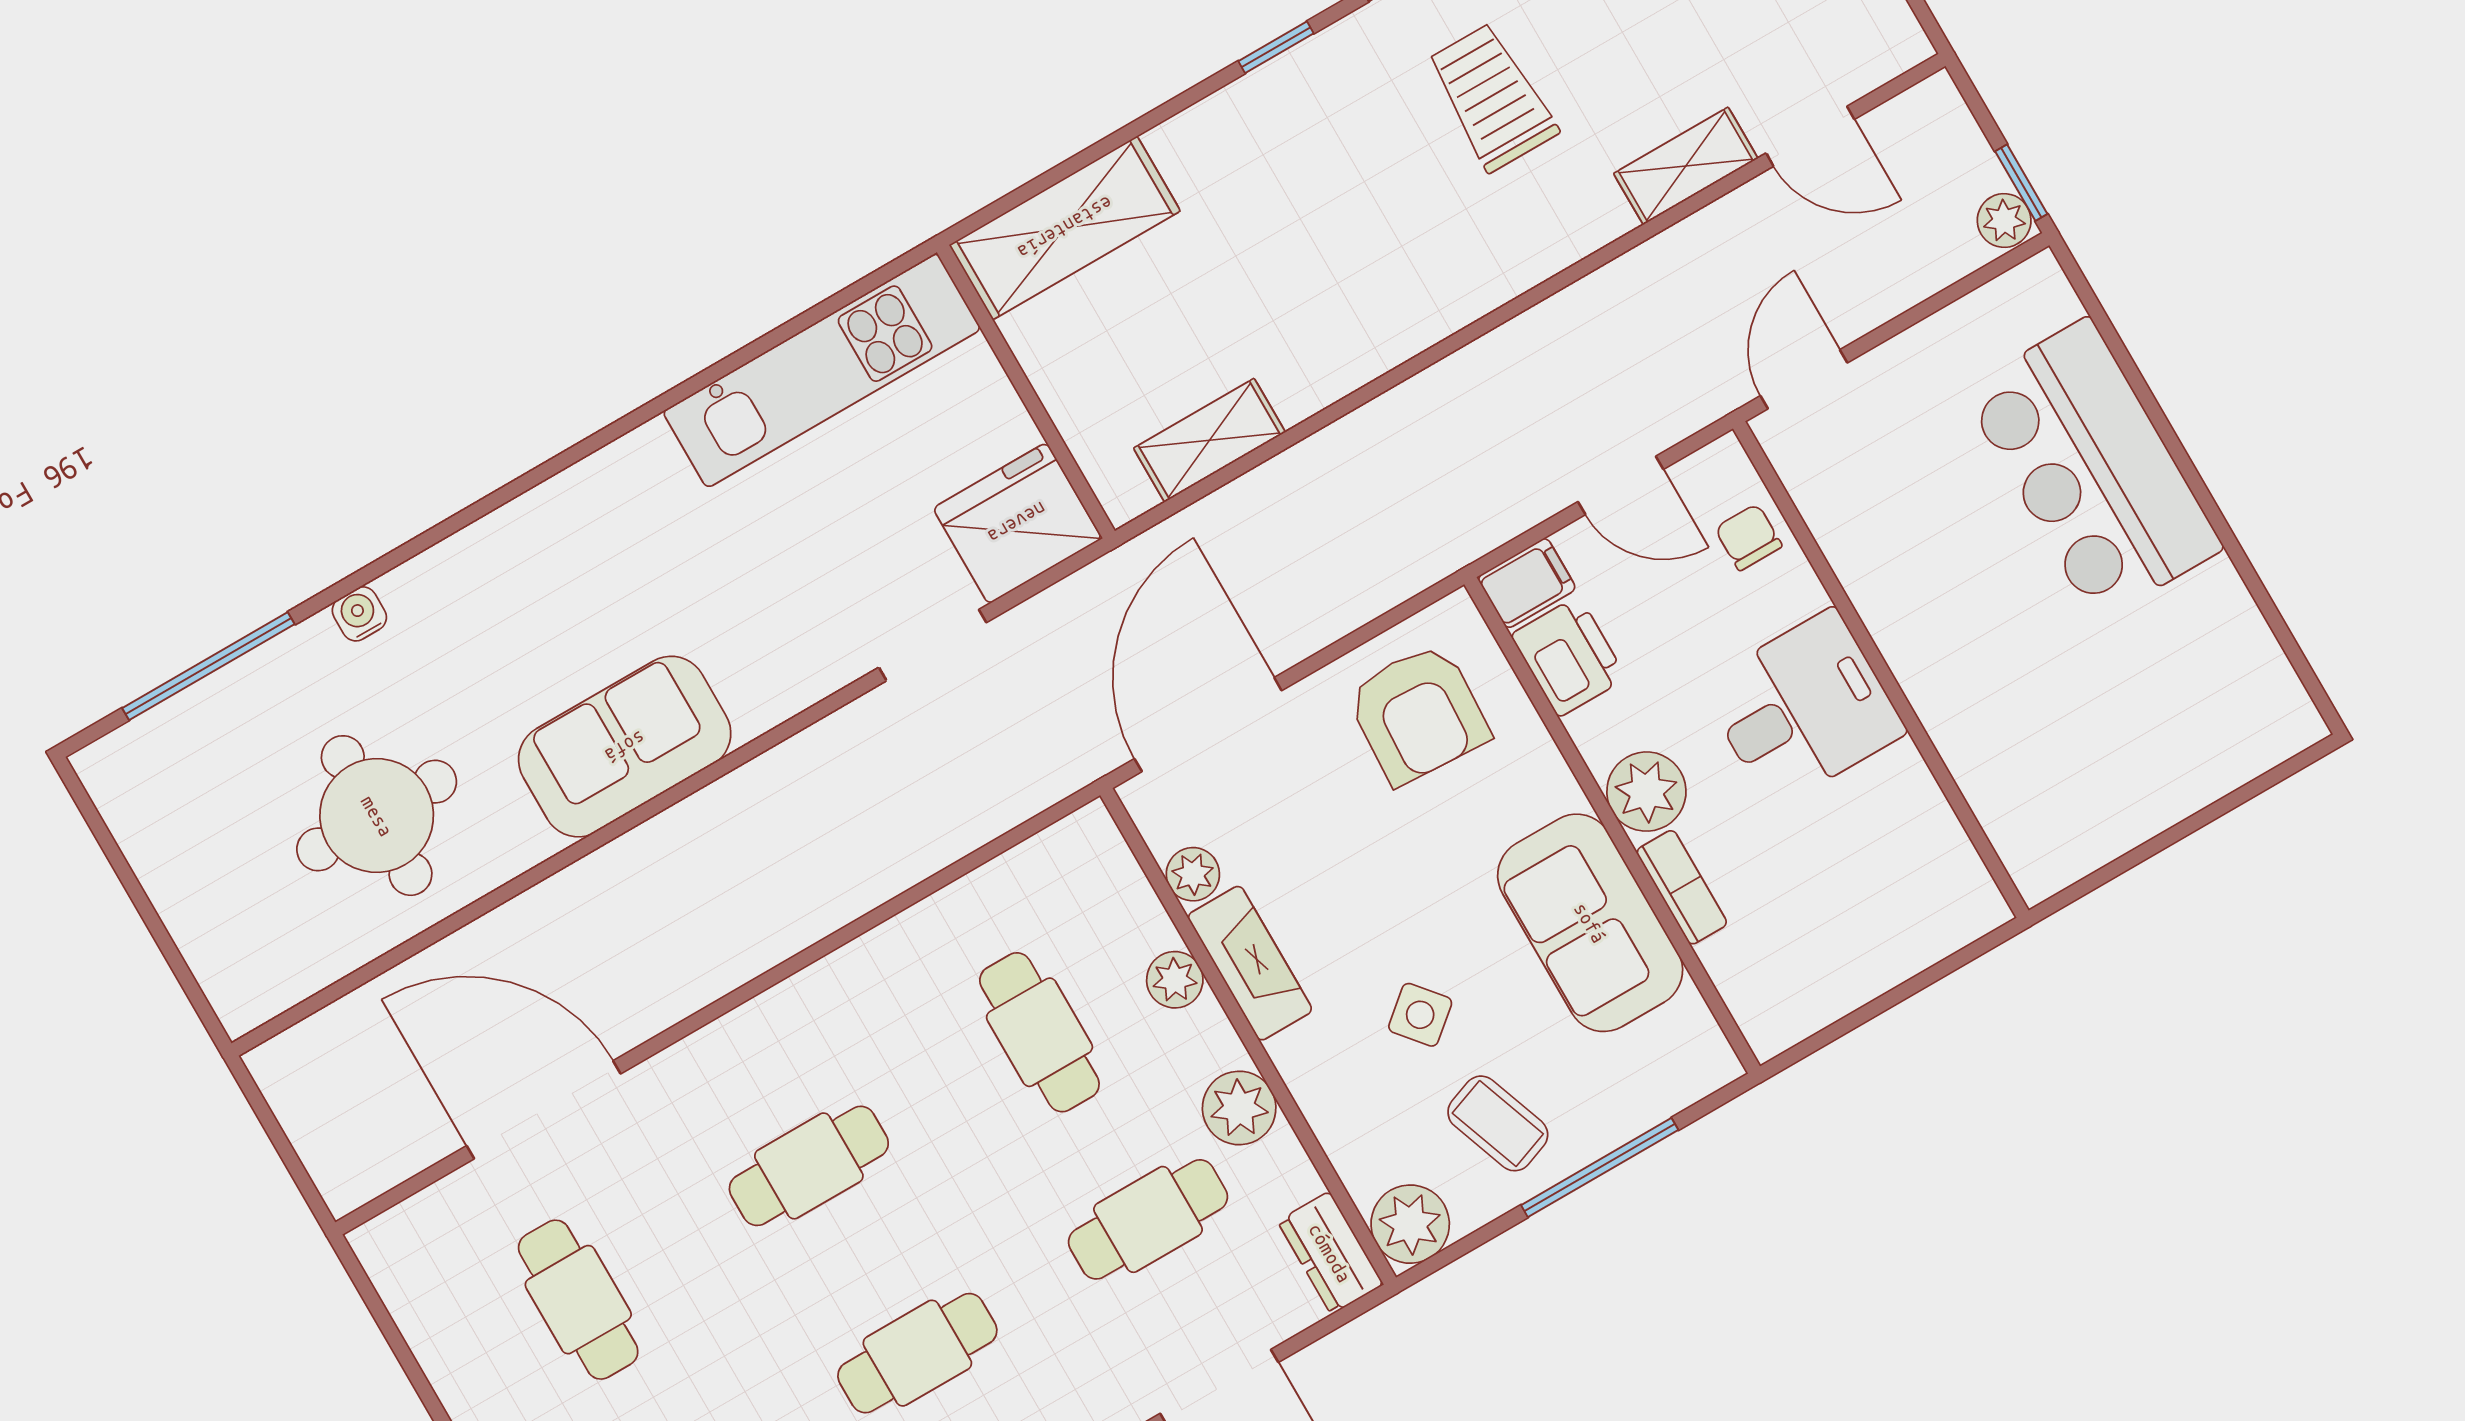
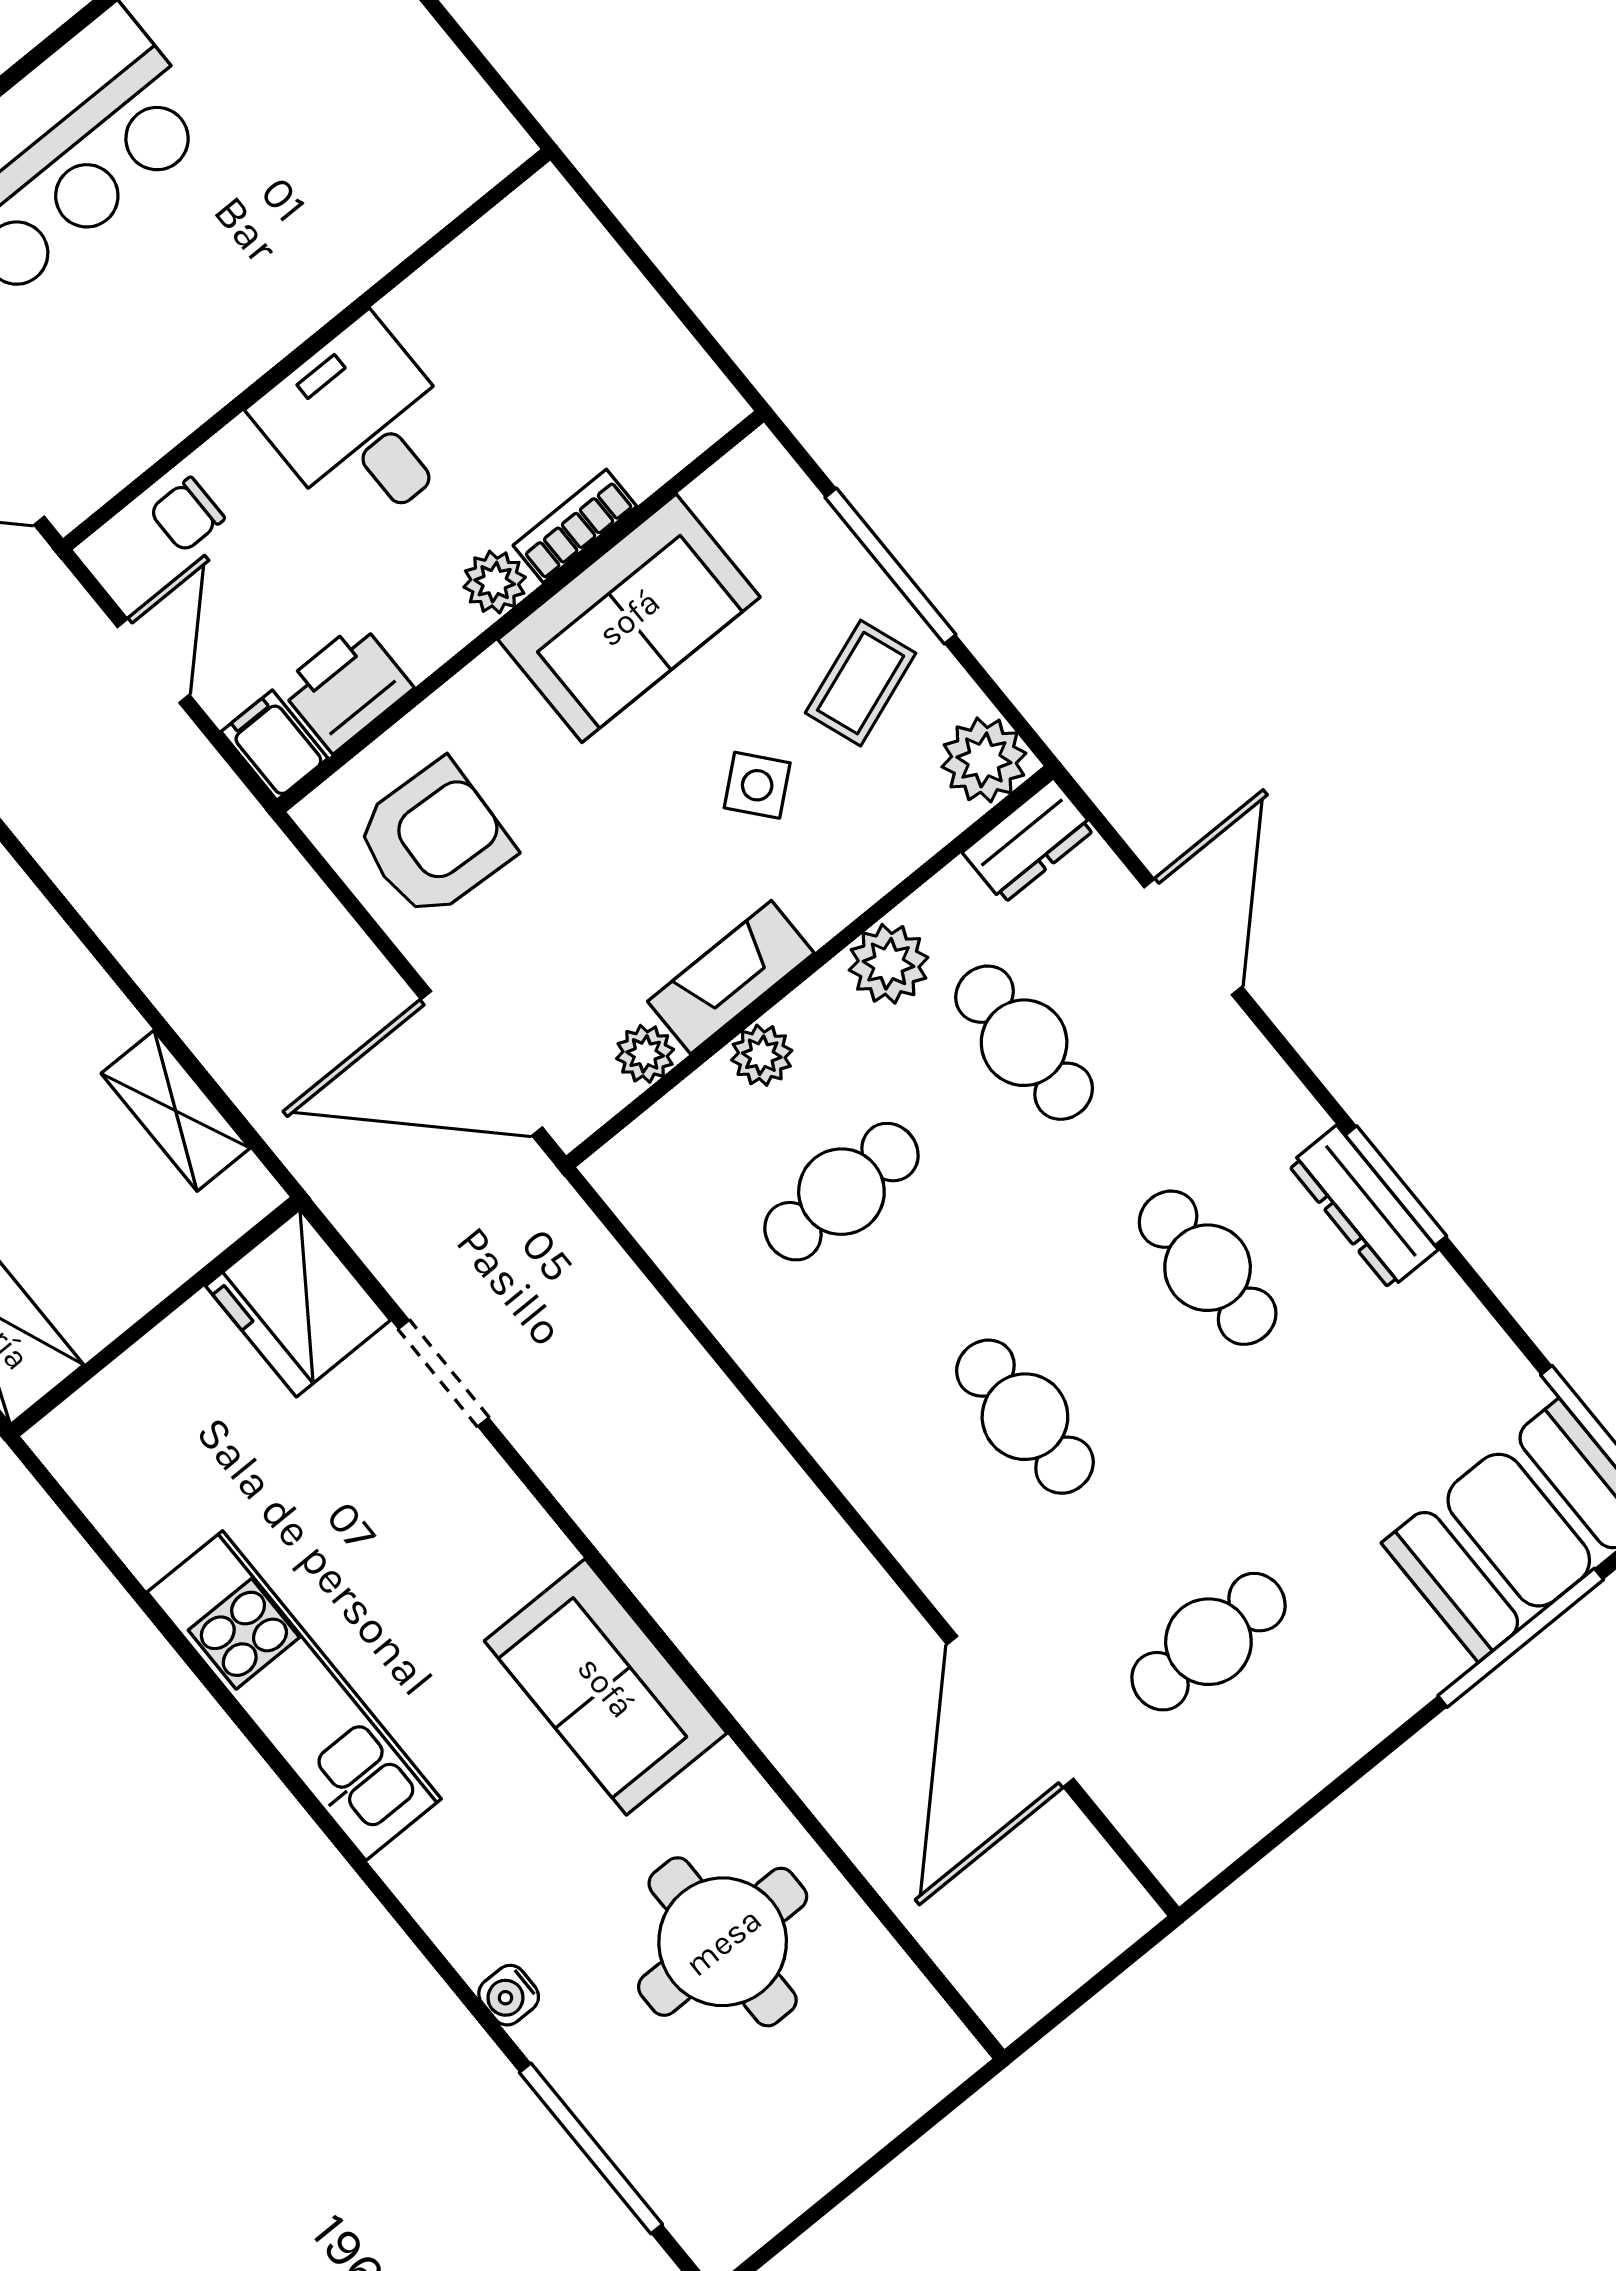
kitchen unit: (822, 370) -> (294, 1696), moved
plant: (1646, 792) -> (495, 582), width x0.73, depth x0.73

